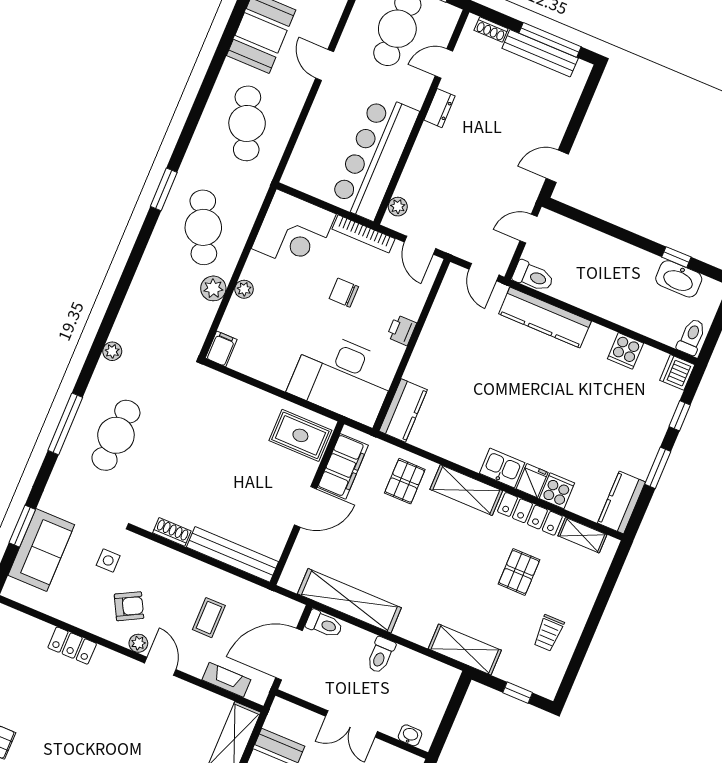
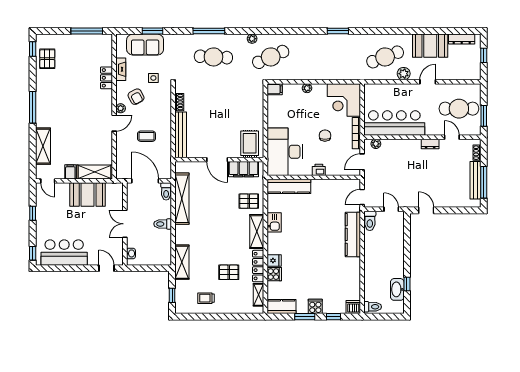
cafe table: (203, 227) -> (271, 57), moved
plant: (213, 288) -> (404, 74), moved
cooker: (625, 351) -> (315, 306), moved, turned 90
kitchen counter: (403, 410) -> (289, 186), width x1.50
kitchen sink: (502, 468) -> (274, 222), moved
fireplace: (226, 680) -> (121, 69), moved

